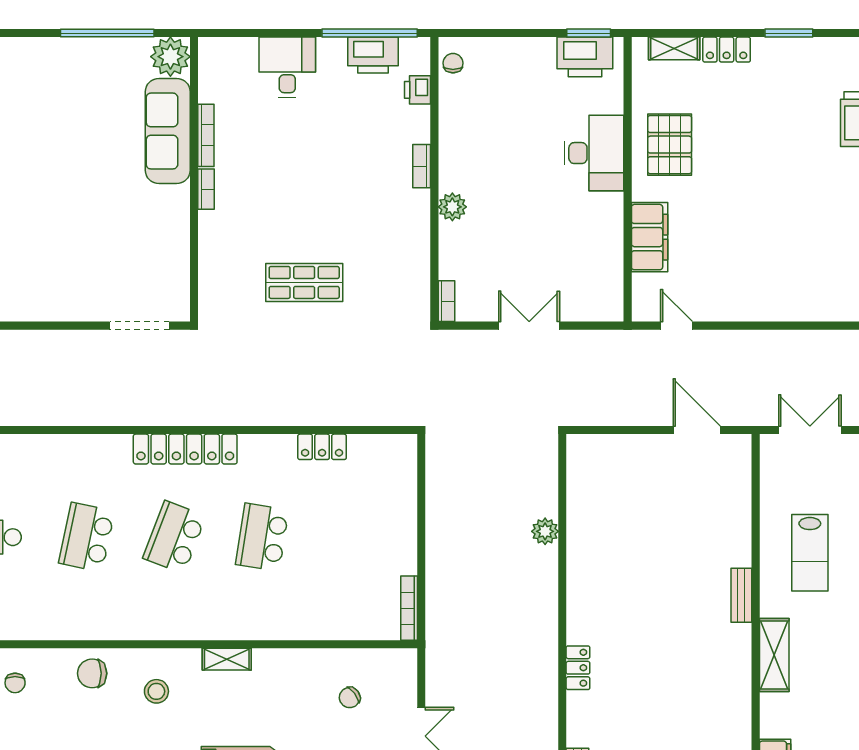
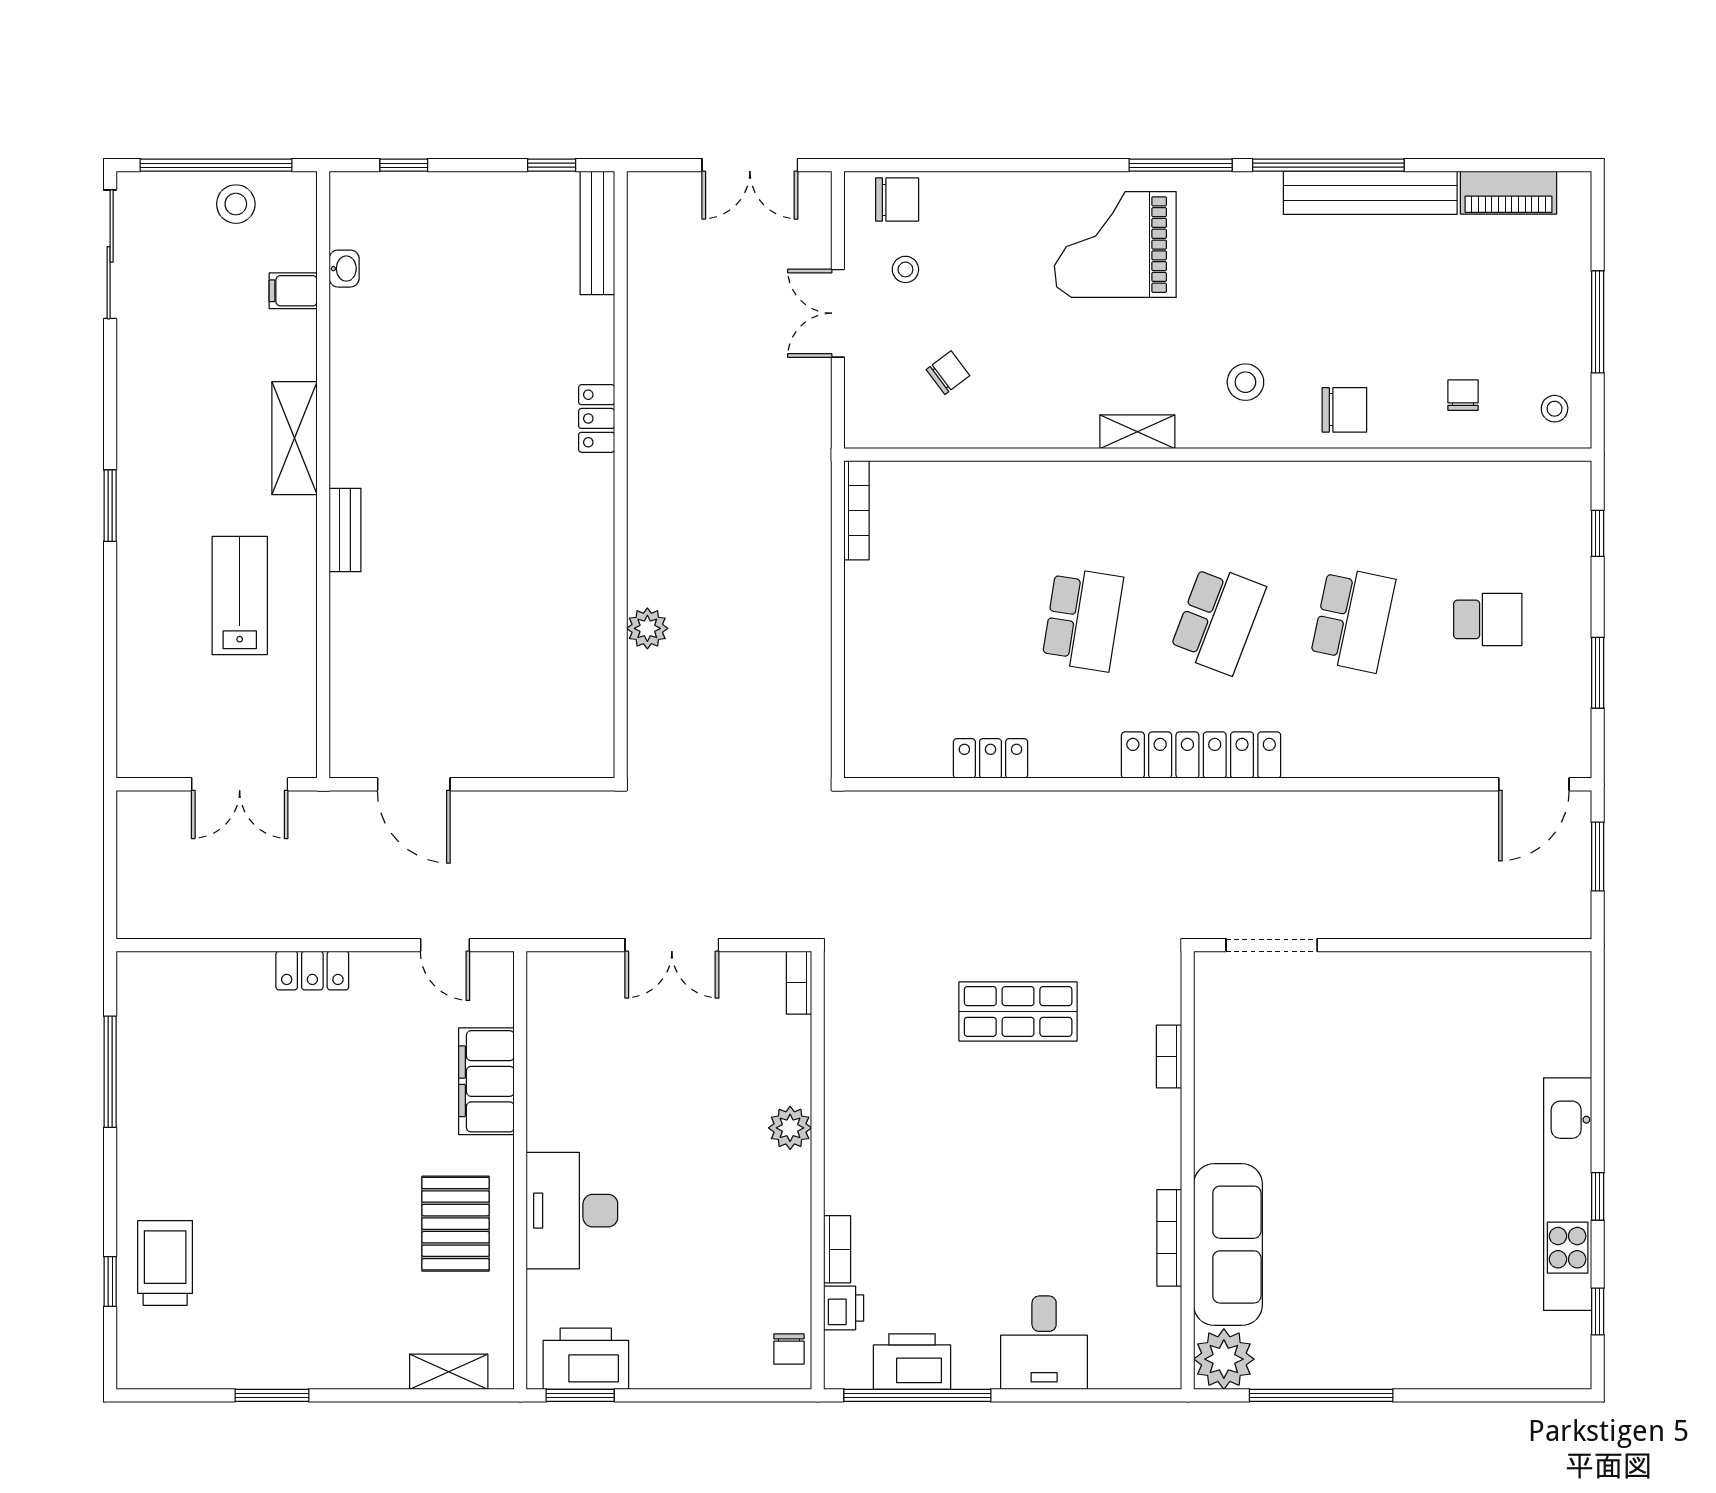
locker: (727, 50) -> (312, 971), moved, turned 180
bookcase: (422, 166) -> (837, 1249), moved
bookcase: (206, 189) -> (1169, 1056), moved

